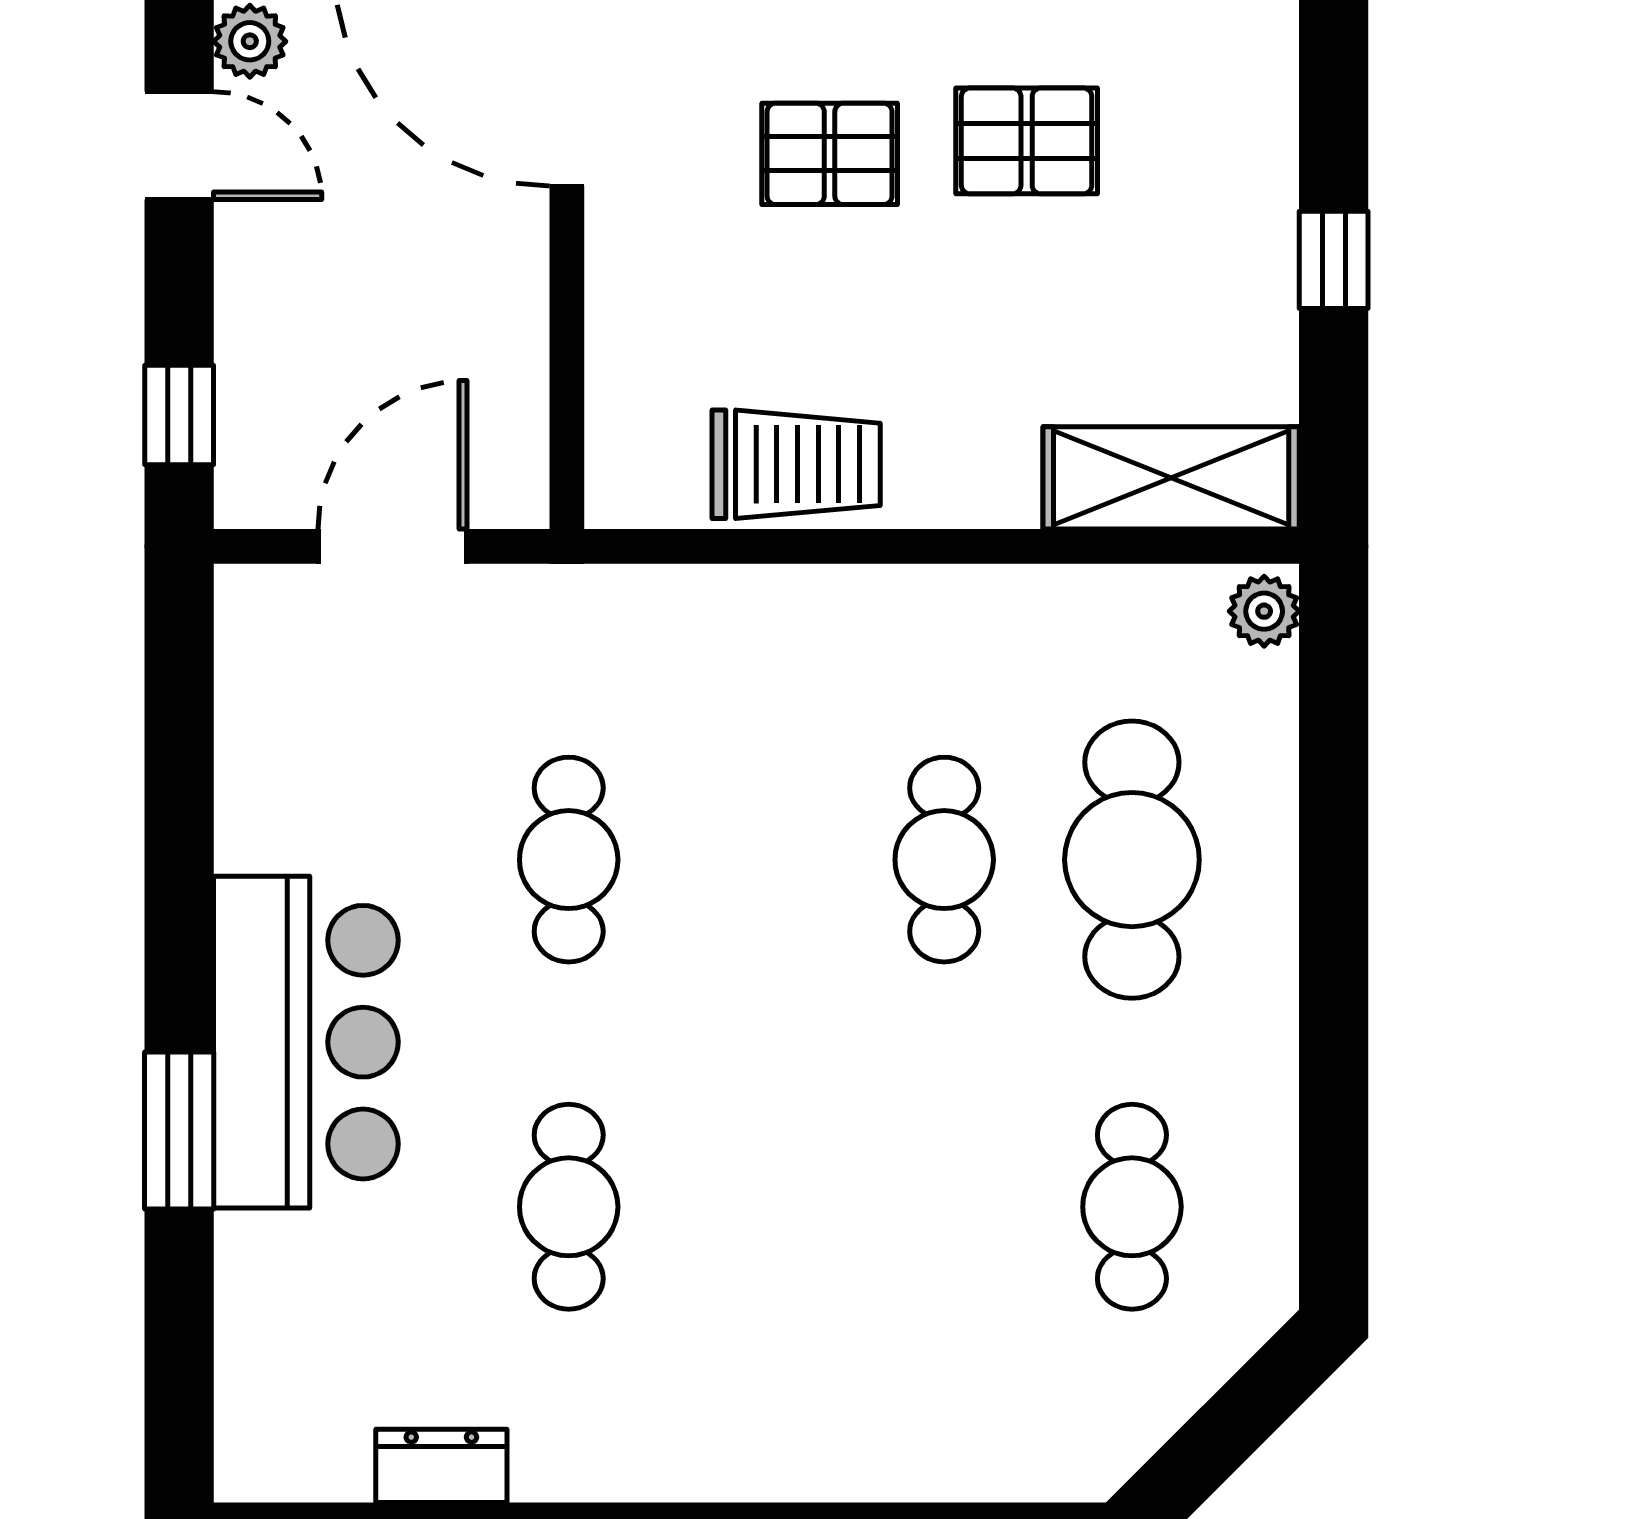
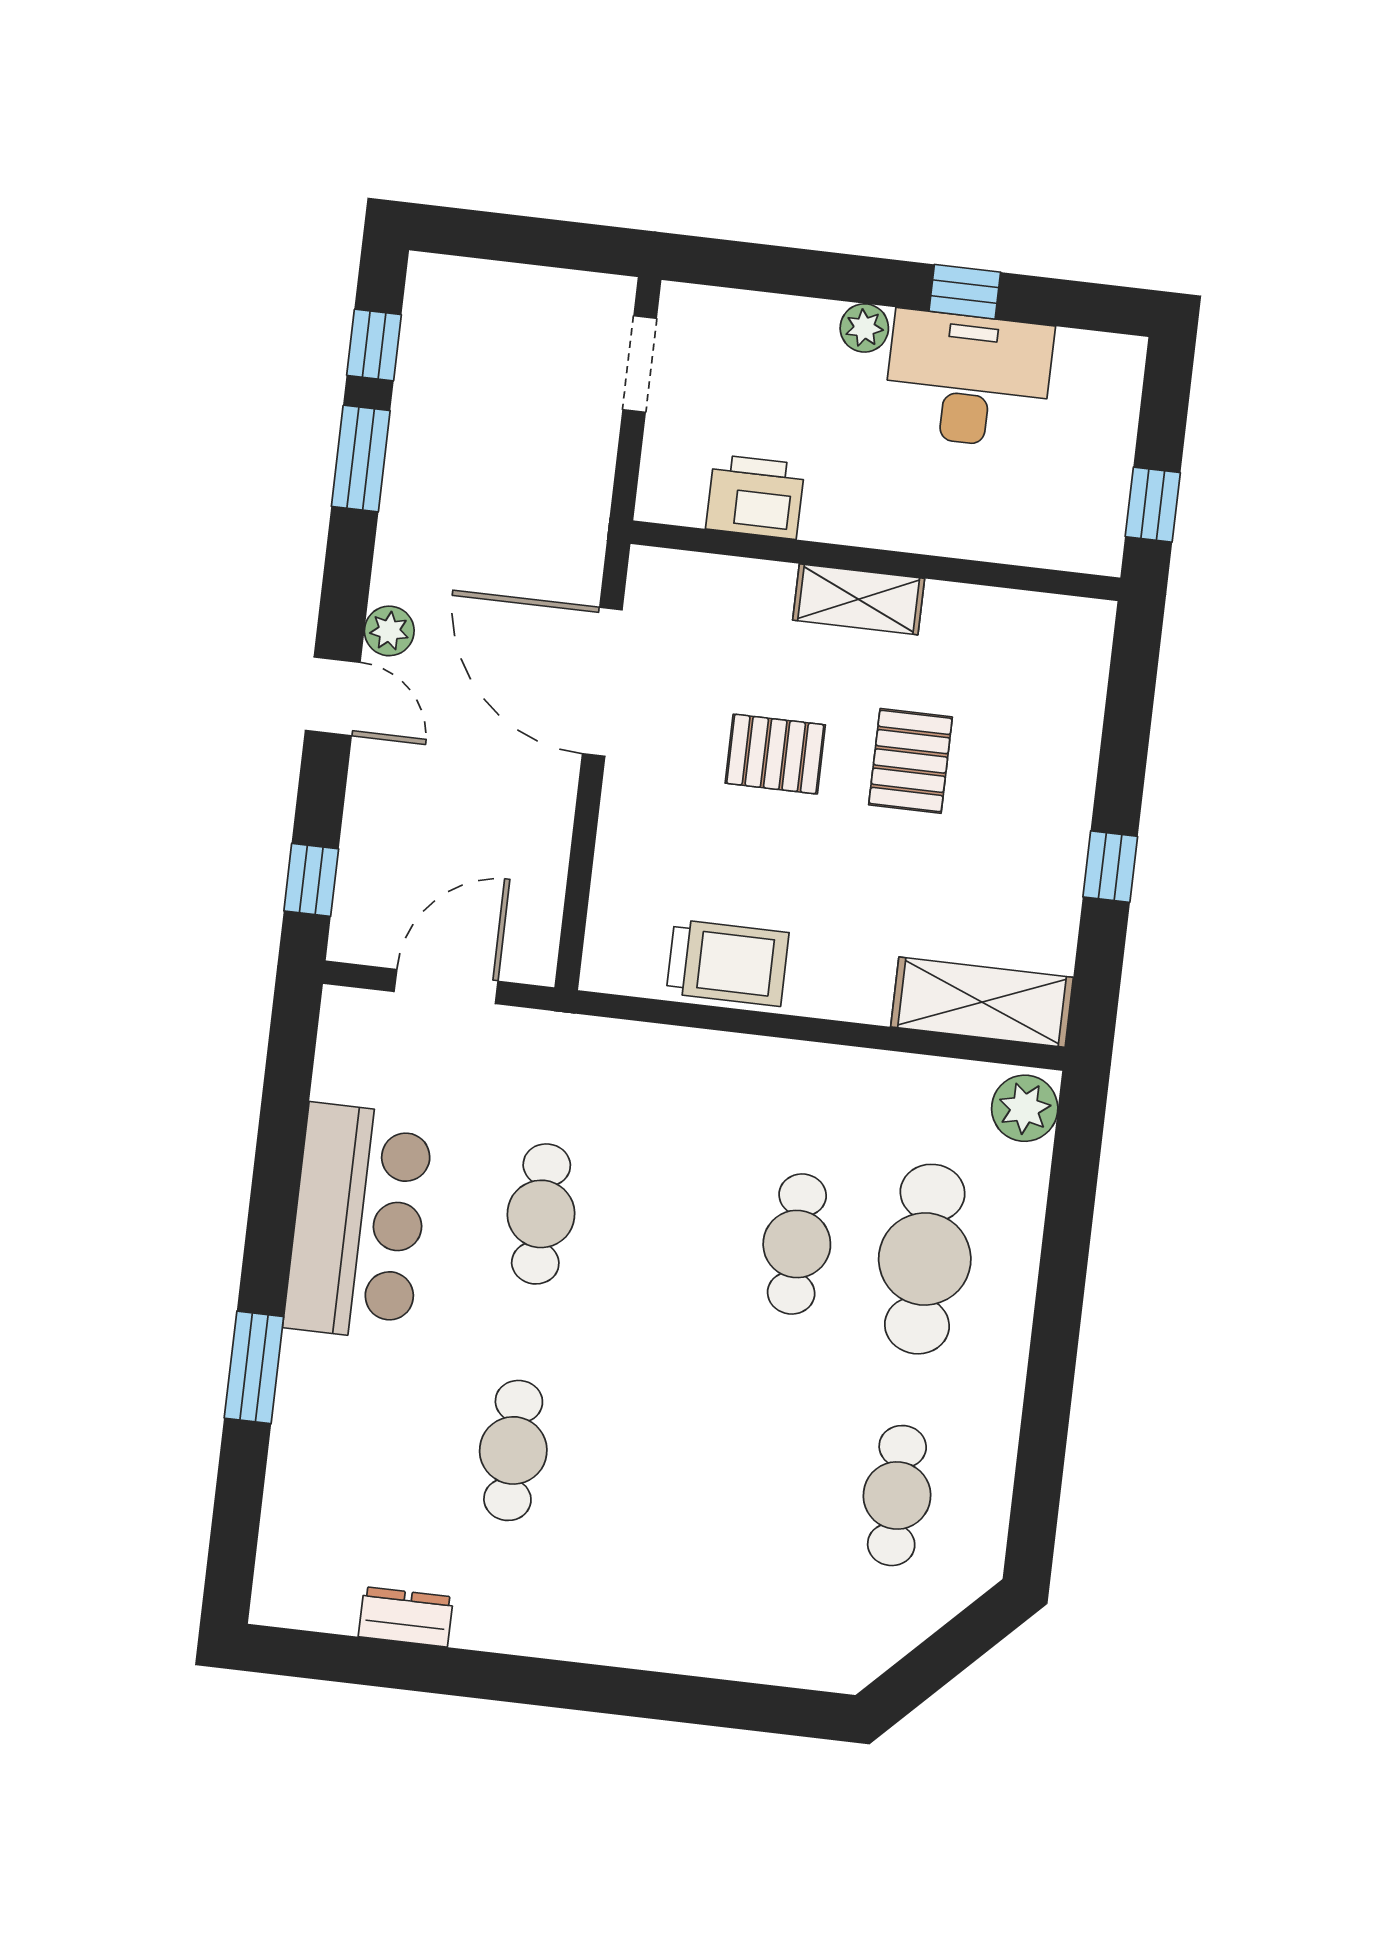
pallet: (1027, 141) -> (911, 761), turned 90
plant: (1264, 611) -> (1025, 1108), width x1.38, depth x1.38
bar counter: (306, 1042) -> (359, 1222), moved

